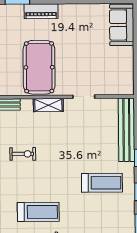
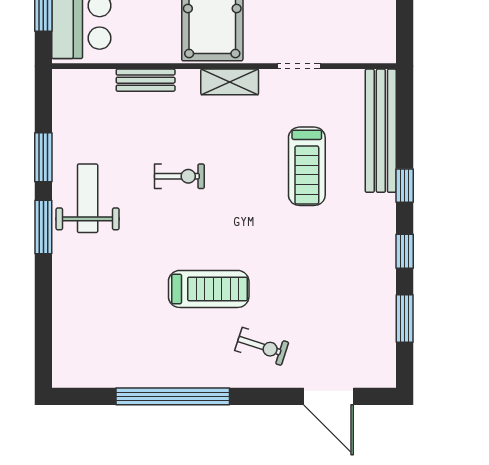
treadmill: (102, 183) -> (307, 166), moved, turned 90

